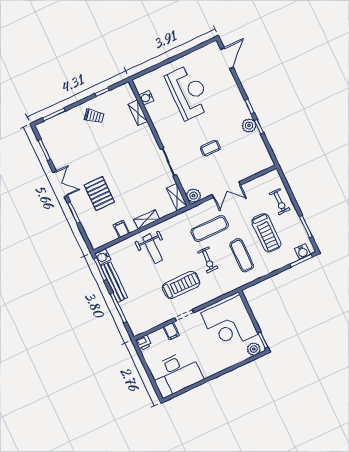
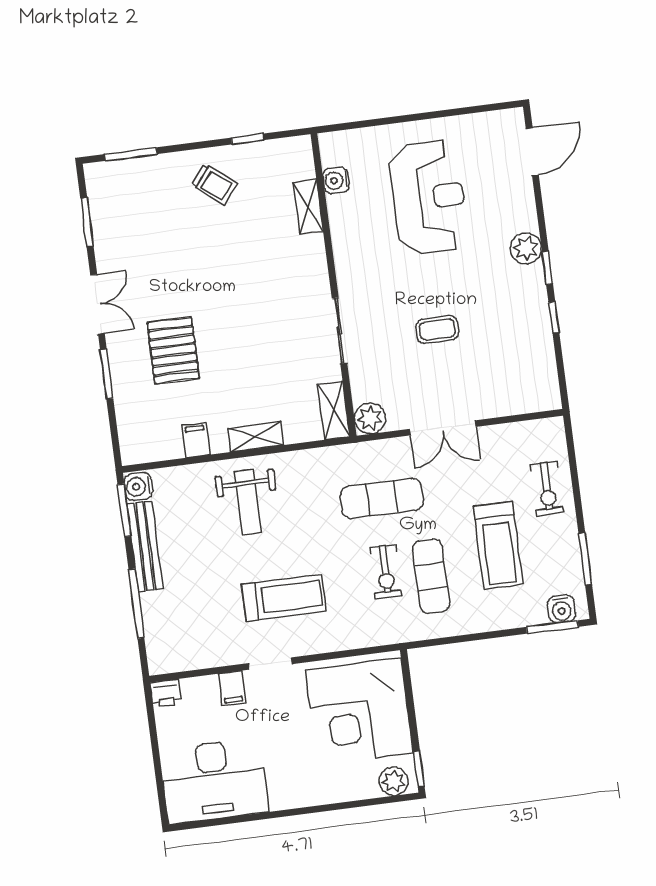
plant: (249, 126) -> (526, 248), moved
exercise bike: (208, 260) -> (385, 572), moved

